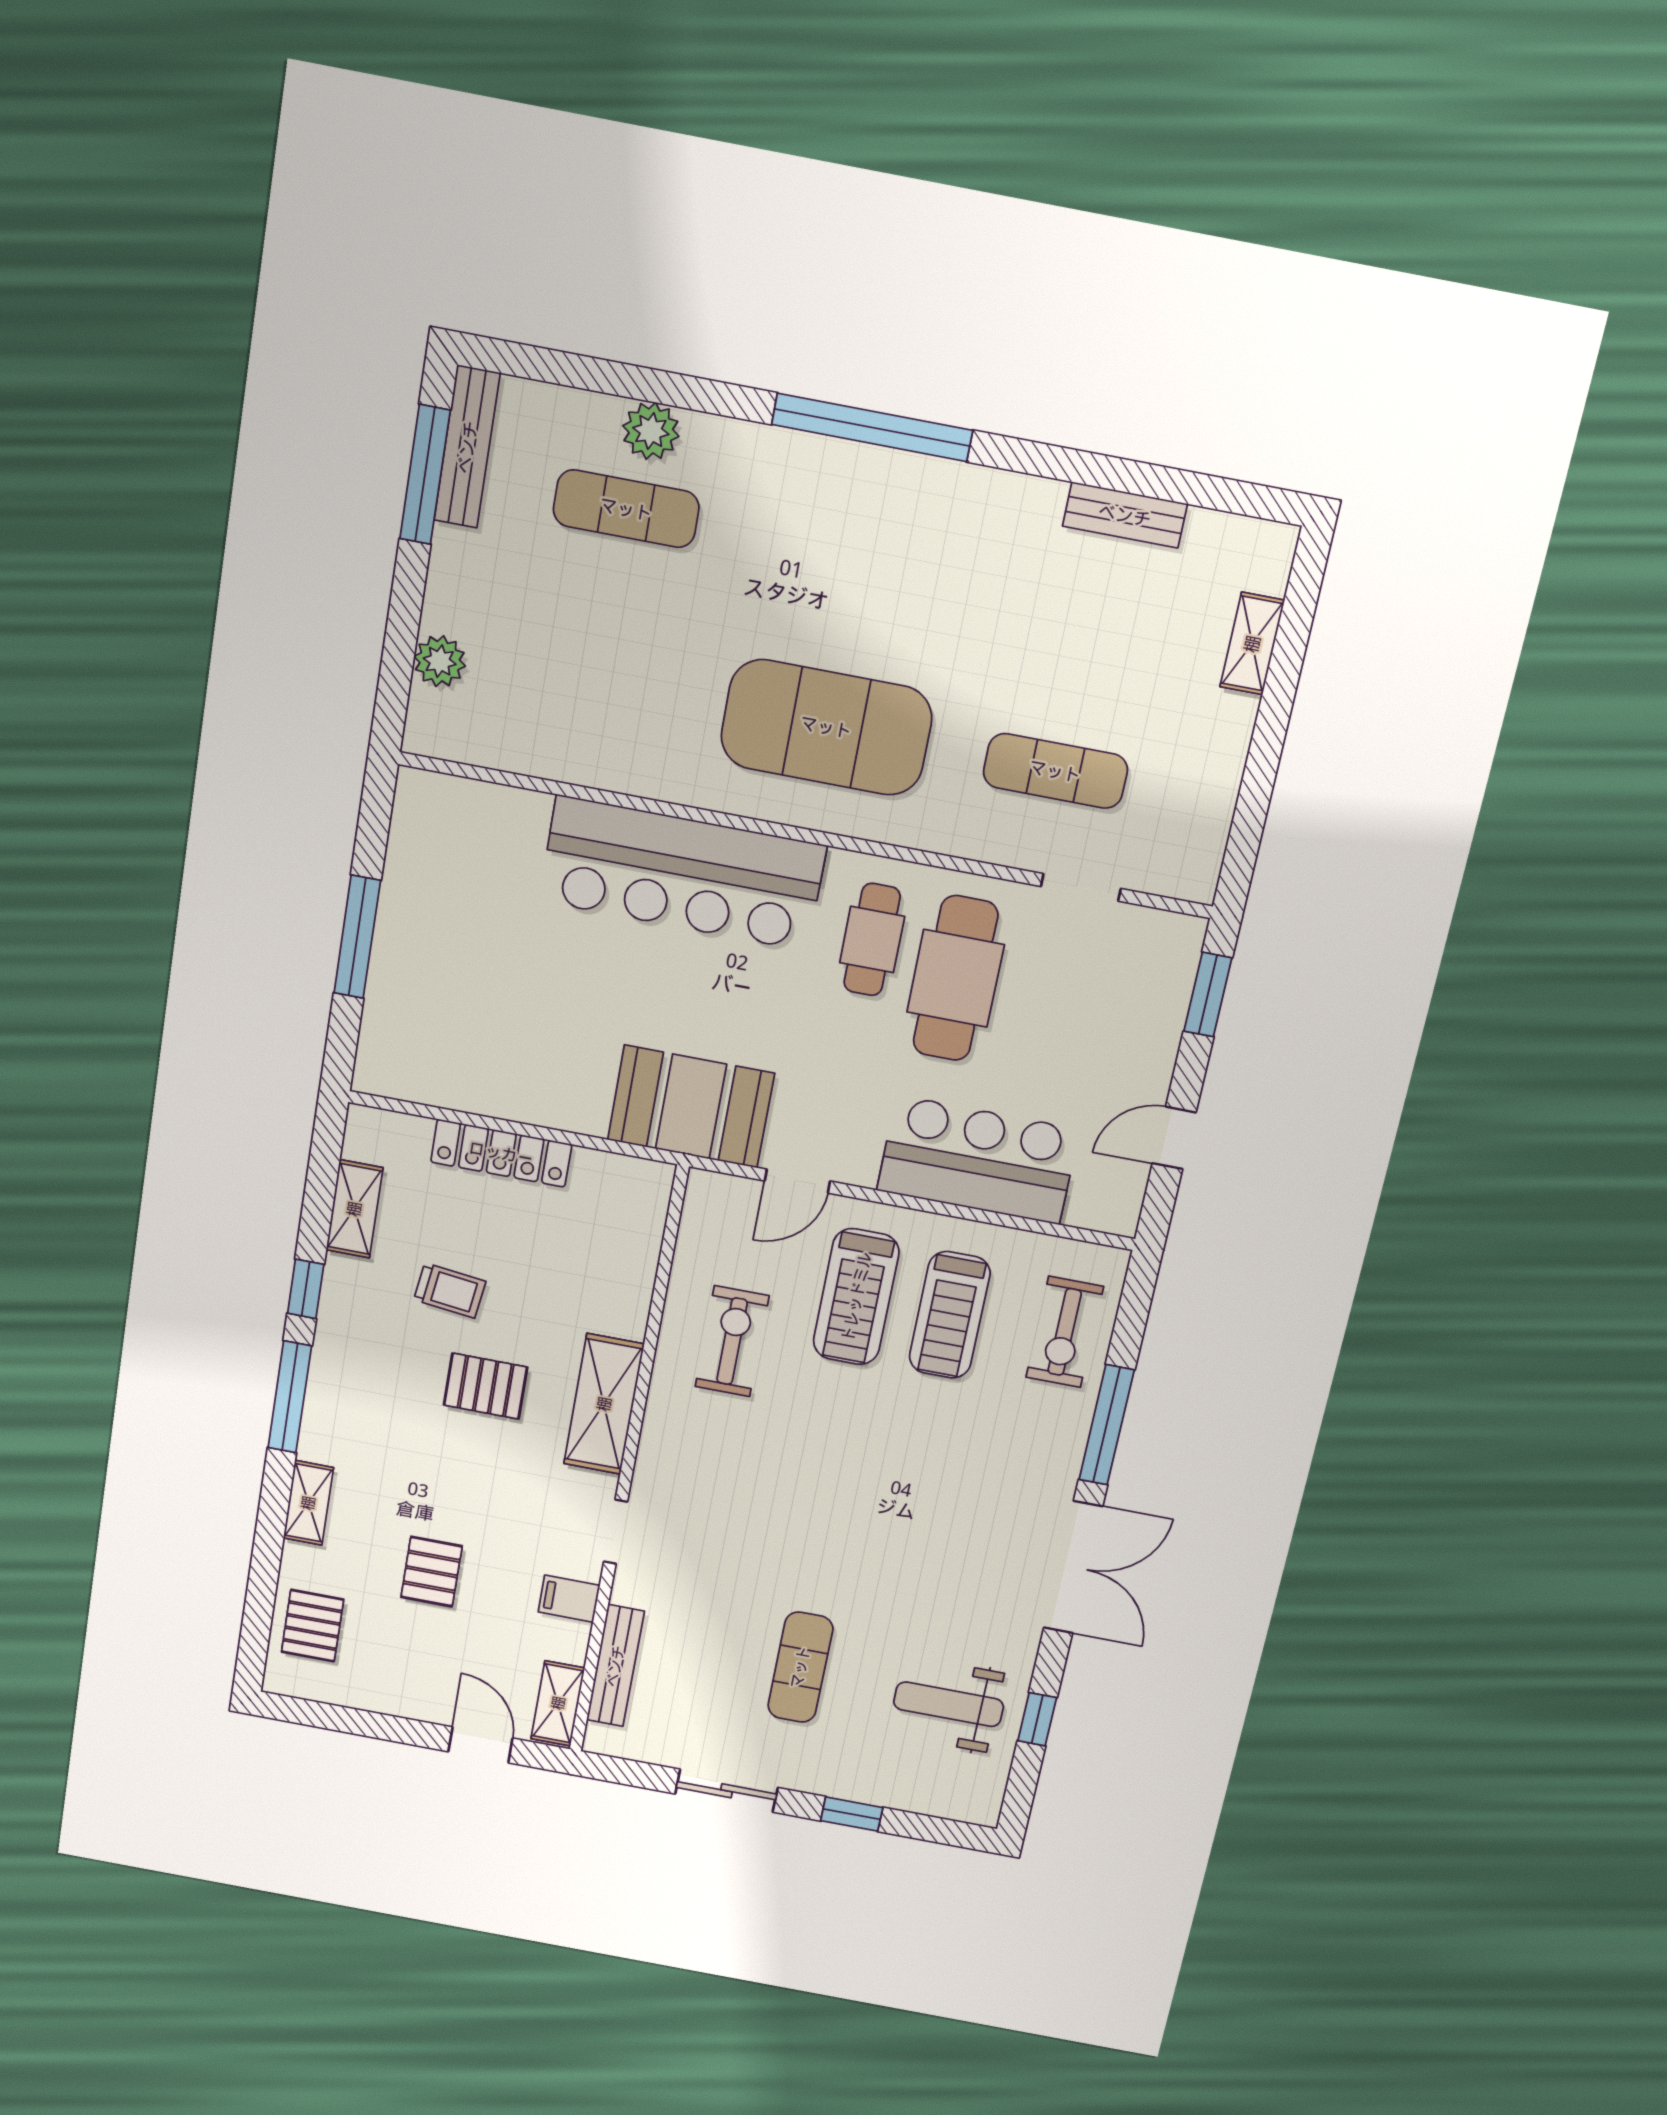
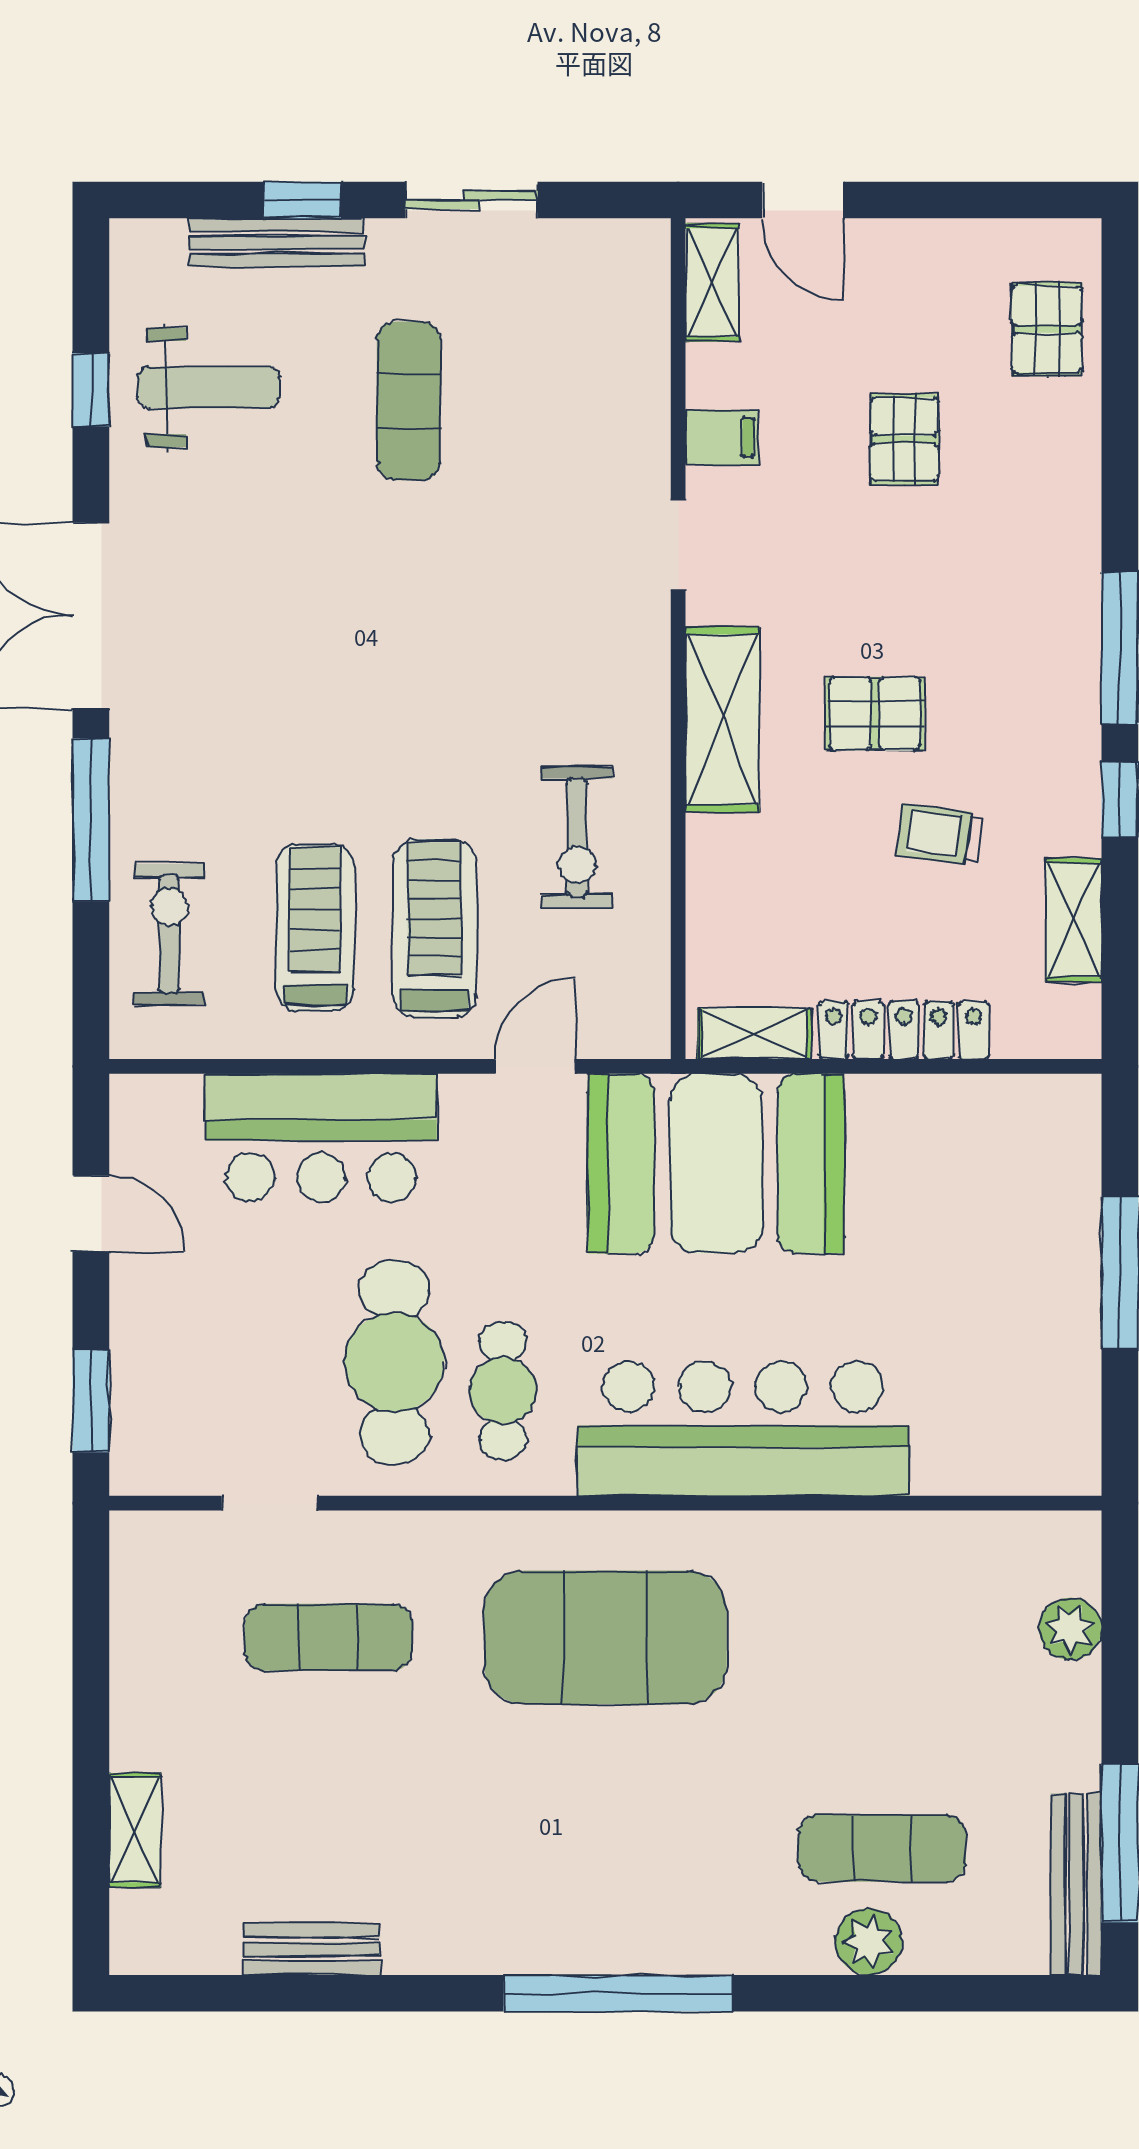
booth: (691, 1107) -> (716, 1164), width x1.36, depth x1.42
door: (1174, 1138) -> (91, 1213), hinge flipped
shelving: (308, 1503) -> (754, 1034), moved, turned 90
bench: (615, 1666) -> (277, 243), moved, turned 90

